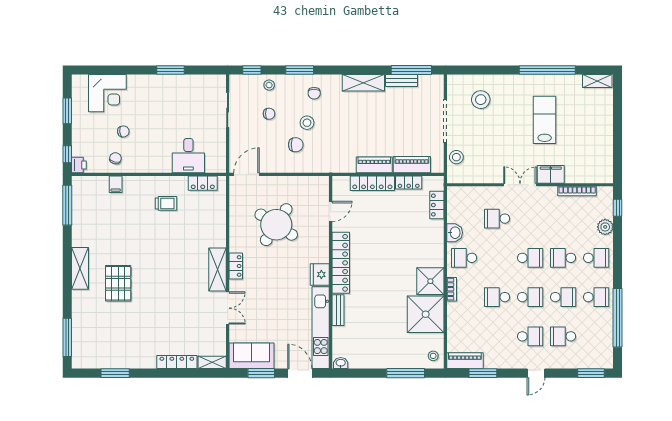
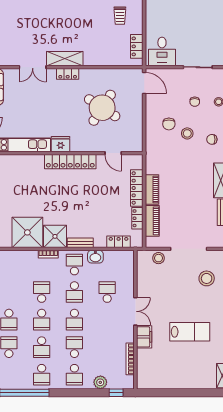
desk: (188, 156) -> (162, 52), moved, turned -90
school desk: (497, 258) -> (74, 292), added
bench: (338, 310) -> (80, 243), moved

